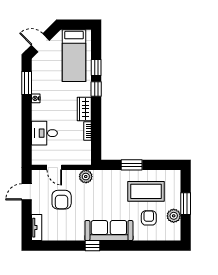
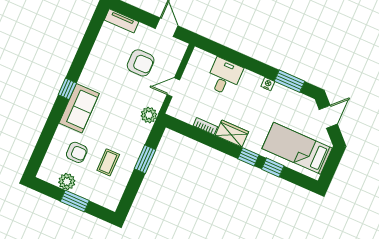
door: (54, 167) -> (173, 87), moved
plant: (86, 177) -> (149, 115), moved
coffee table: (146, 191) -> (108, 162), width x0.54, depth x0.58
armchair: (62, 200) -> (141, 63), turned 180
sofa: (109, 231) -> (79, 108), width x0.73
window: (92, 246) -> (67, 89), moved

